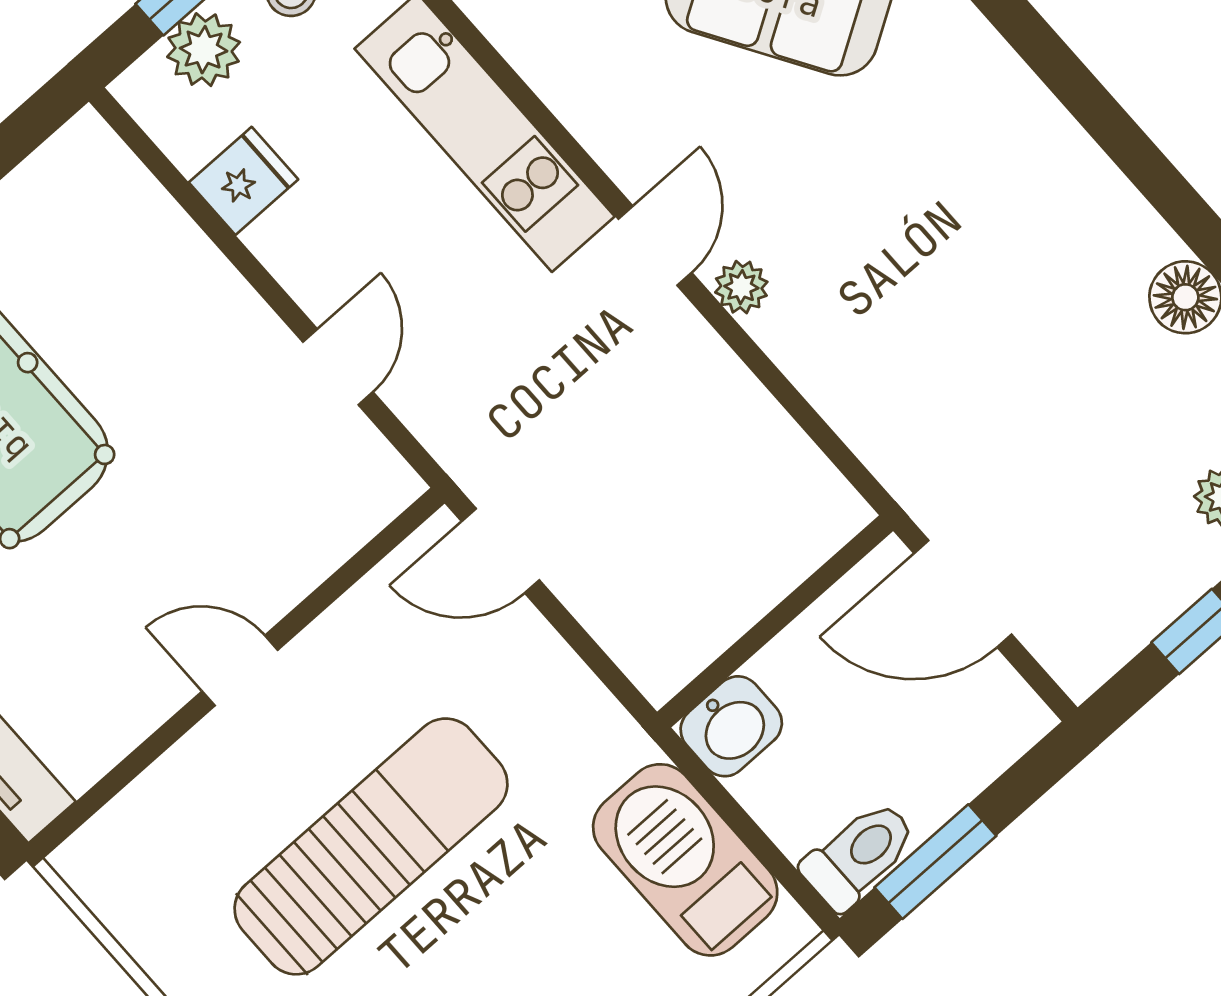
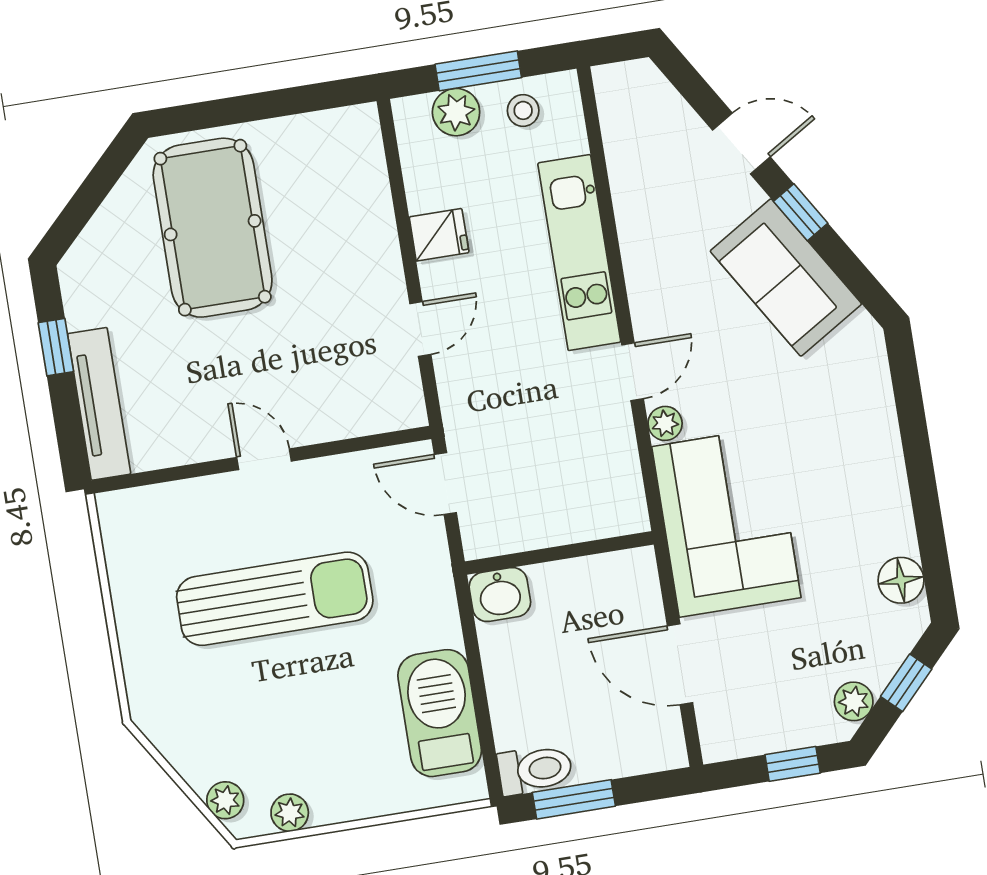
fridge: (243, 181) -> (439, 235), moved
corner sofa: (905, 366) -> (726, 522), added
wall: (775, 621) -> (559, 553), moved
washbasin: (731, 726) -> (500, 595), moved

